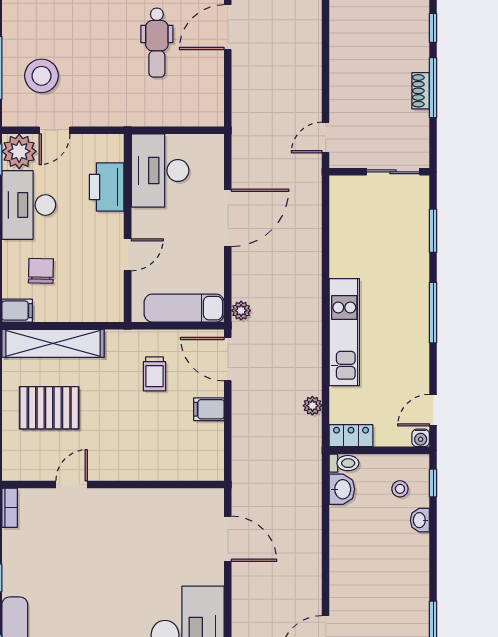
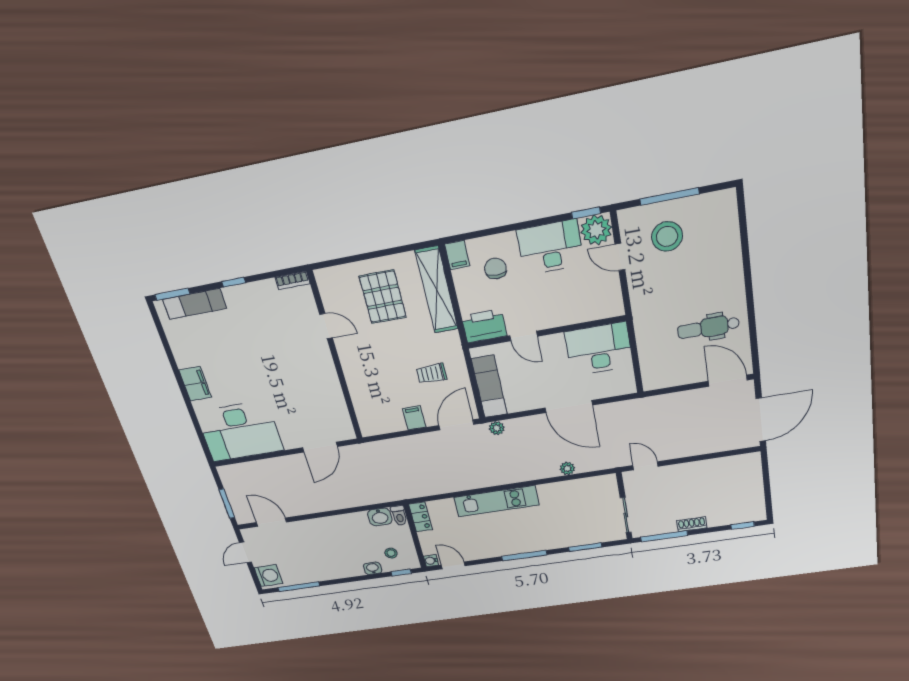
window: (433, 88) -> (664, 536), moved
printer: (107, 187) -> (484, 326), moved
chair: (41, 271) -> (495, 268), turned -91
plant: (312, 406) -> (567, 468), moved

